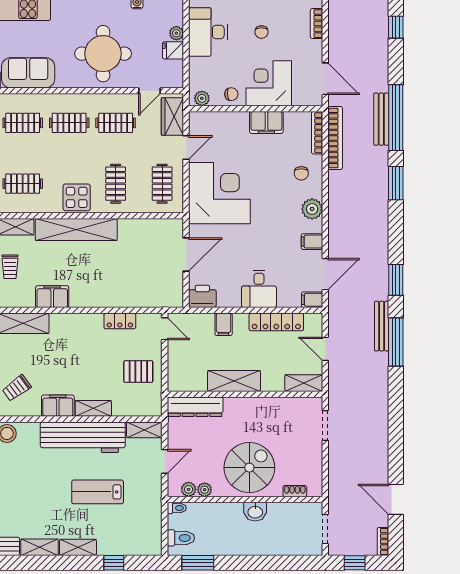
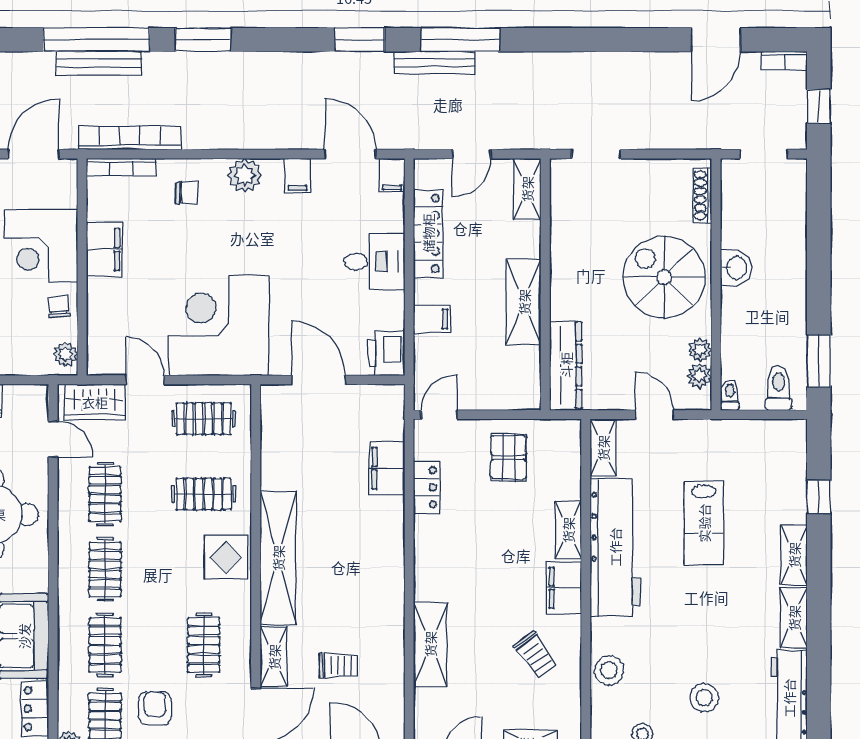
filing cabinet: (52, 297) -> (387, 468), moved
shoe rack: (295, 491) -> (702, 195), width x1.43

